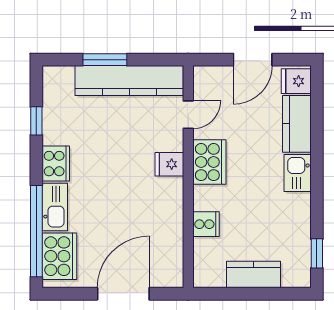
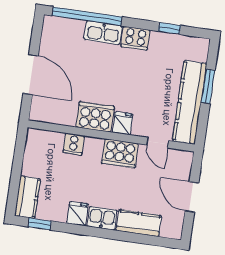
fridge: (296, 81) -> (78, 214), moved
cooker: (59, 256) -> (95, 117), moved, turned 180
kitchen counter: (254, 275) -> (27, 197), moved

